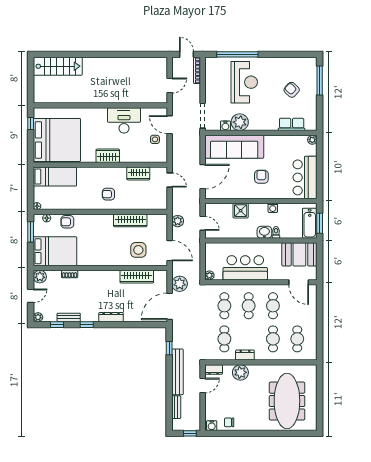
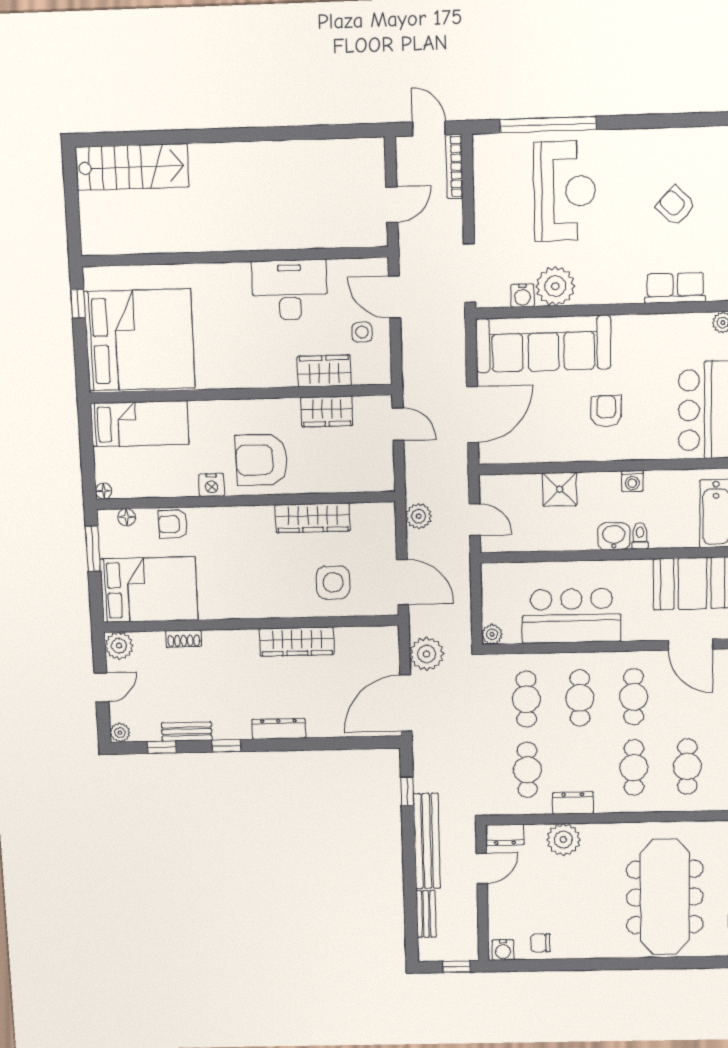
wardrobe: (108, 156) -> (324, 371), moved
armchair: (108, 194) -> (262, 460), width x1.88, depth x1.88
nightstand: (86, 205) -> (212, 485), added
wardrobe: (137, 277) -> (297, 642), moved

